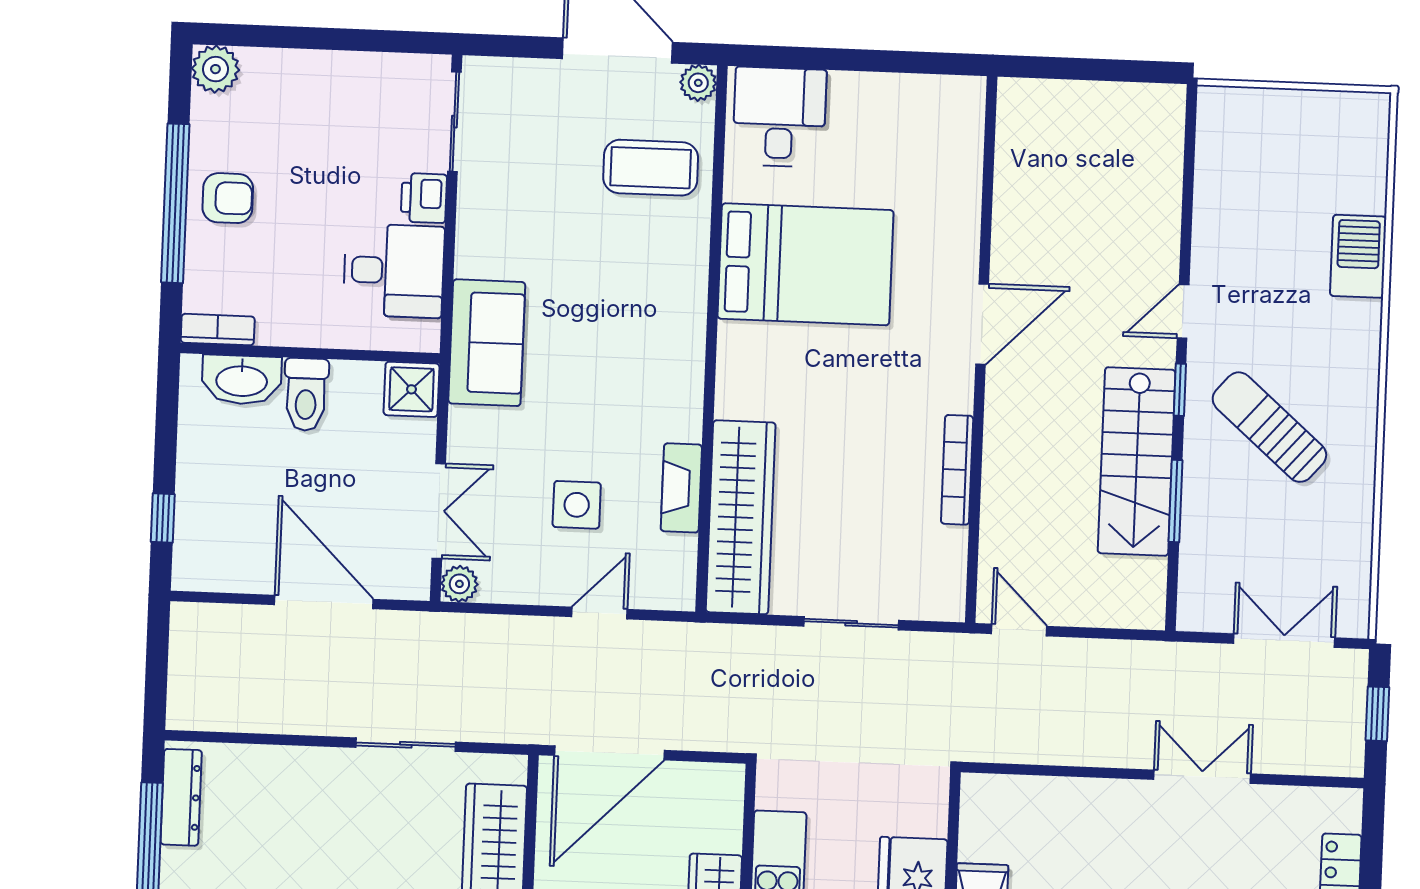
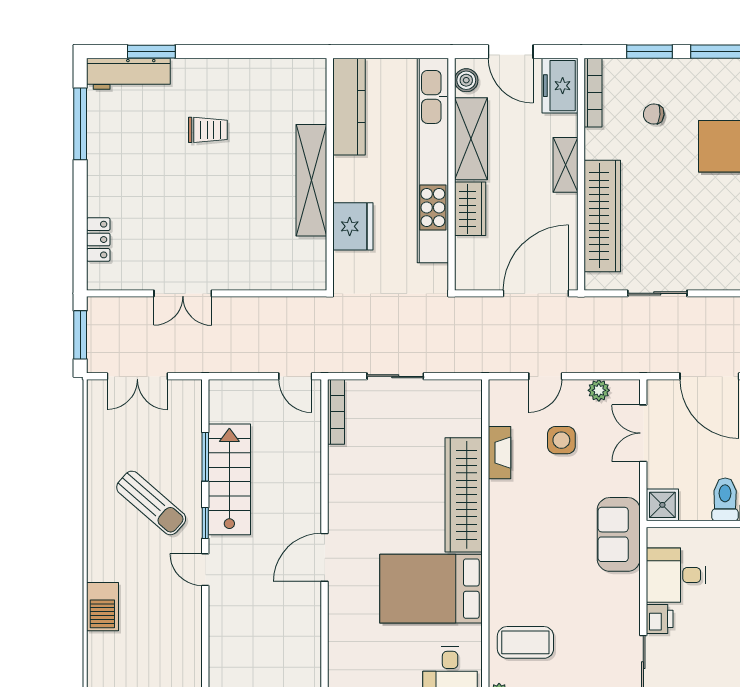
door: (1183, 311) -> (205, 570), swing flipped
bookcase: (957, 470) -> (336, 412), moved
wardrobe: (741, 517) -> (464, 495), moved
plant: (459, 584) -> (599, 390), moved
window: (1377, 714) -> (80, 335), width x1.50

